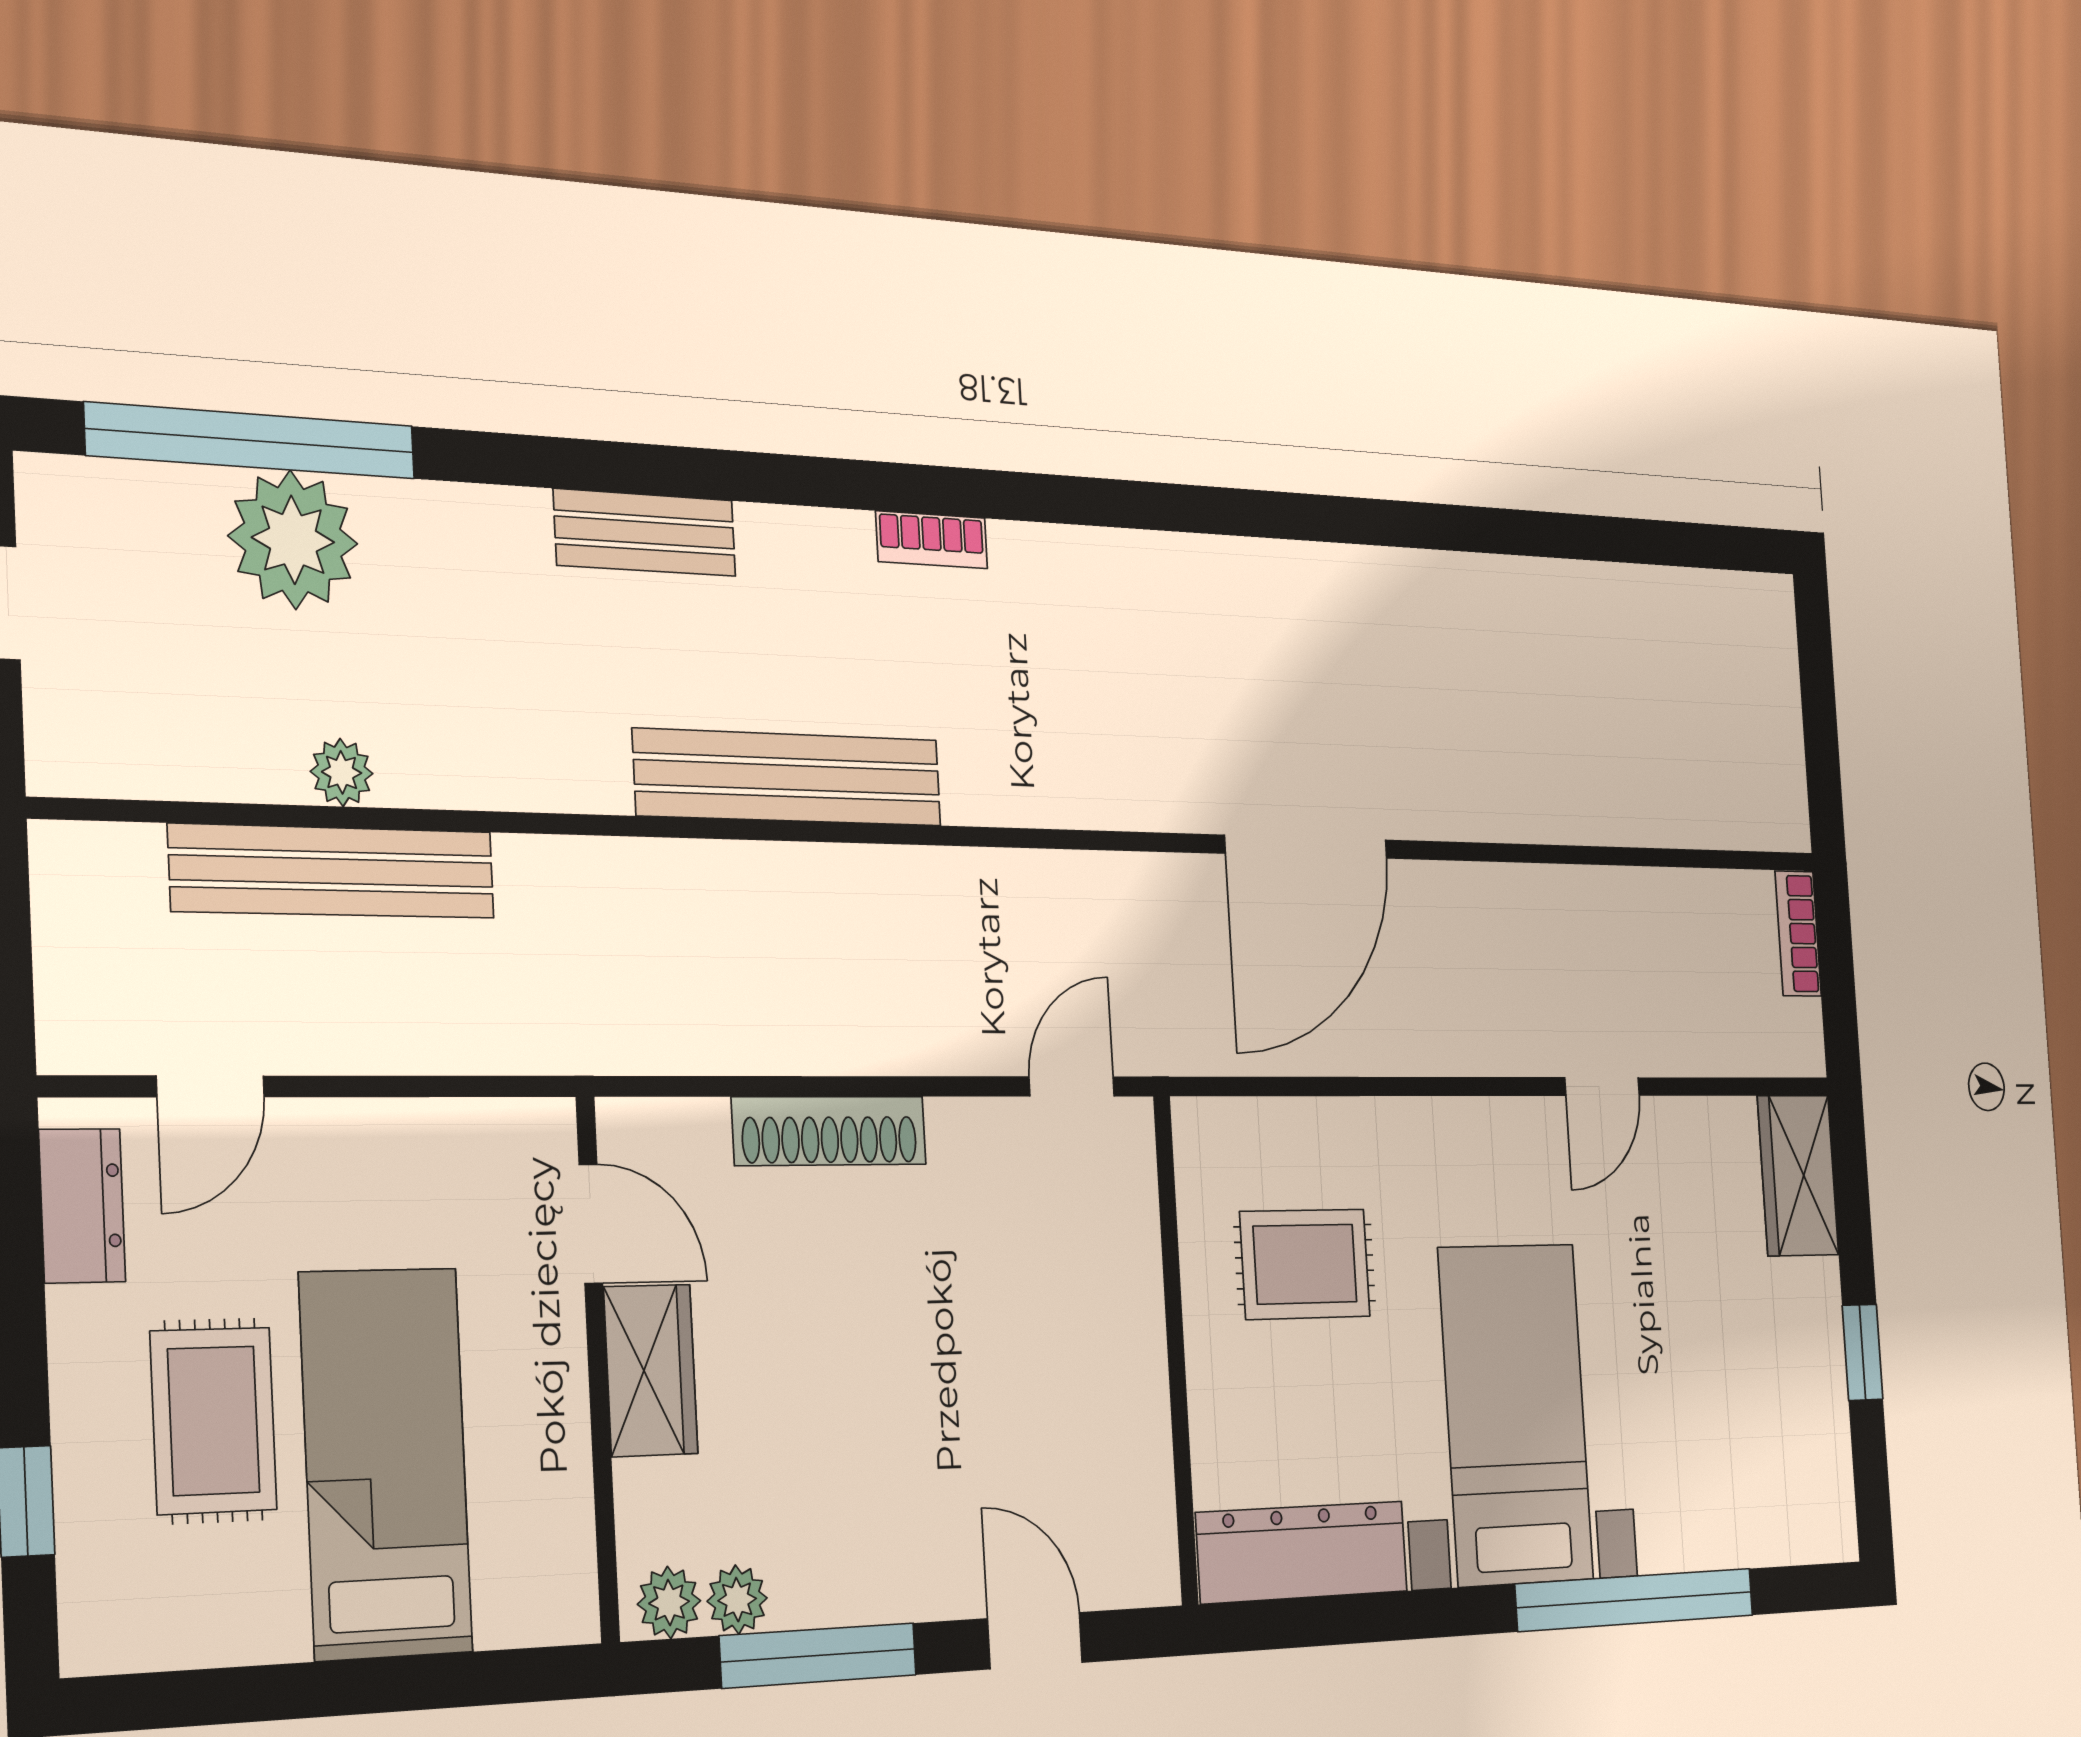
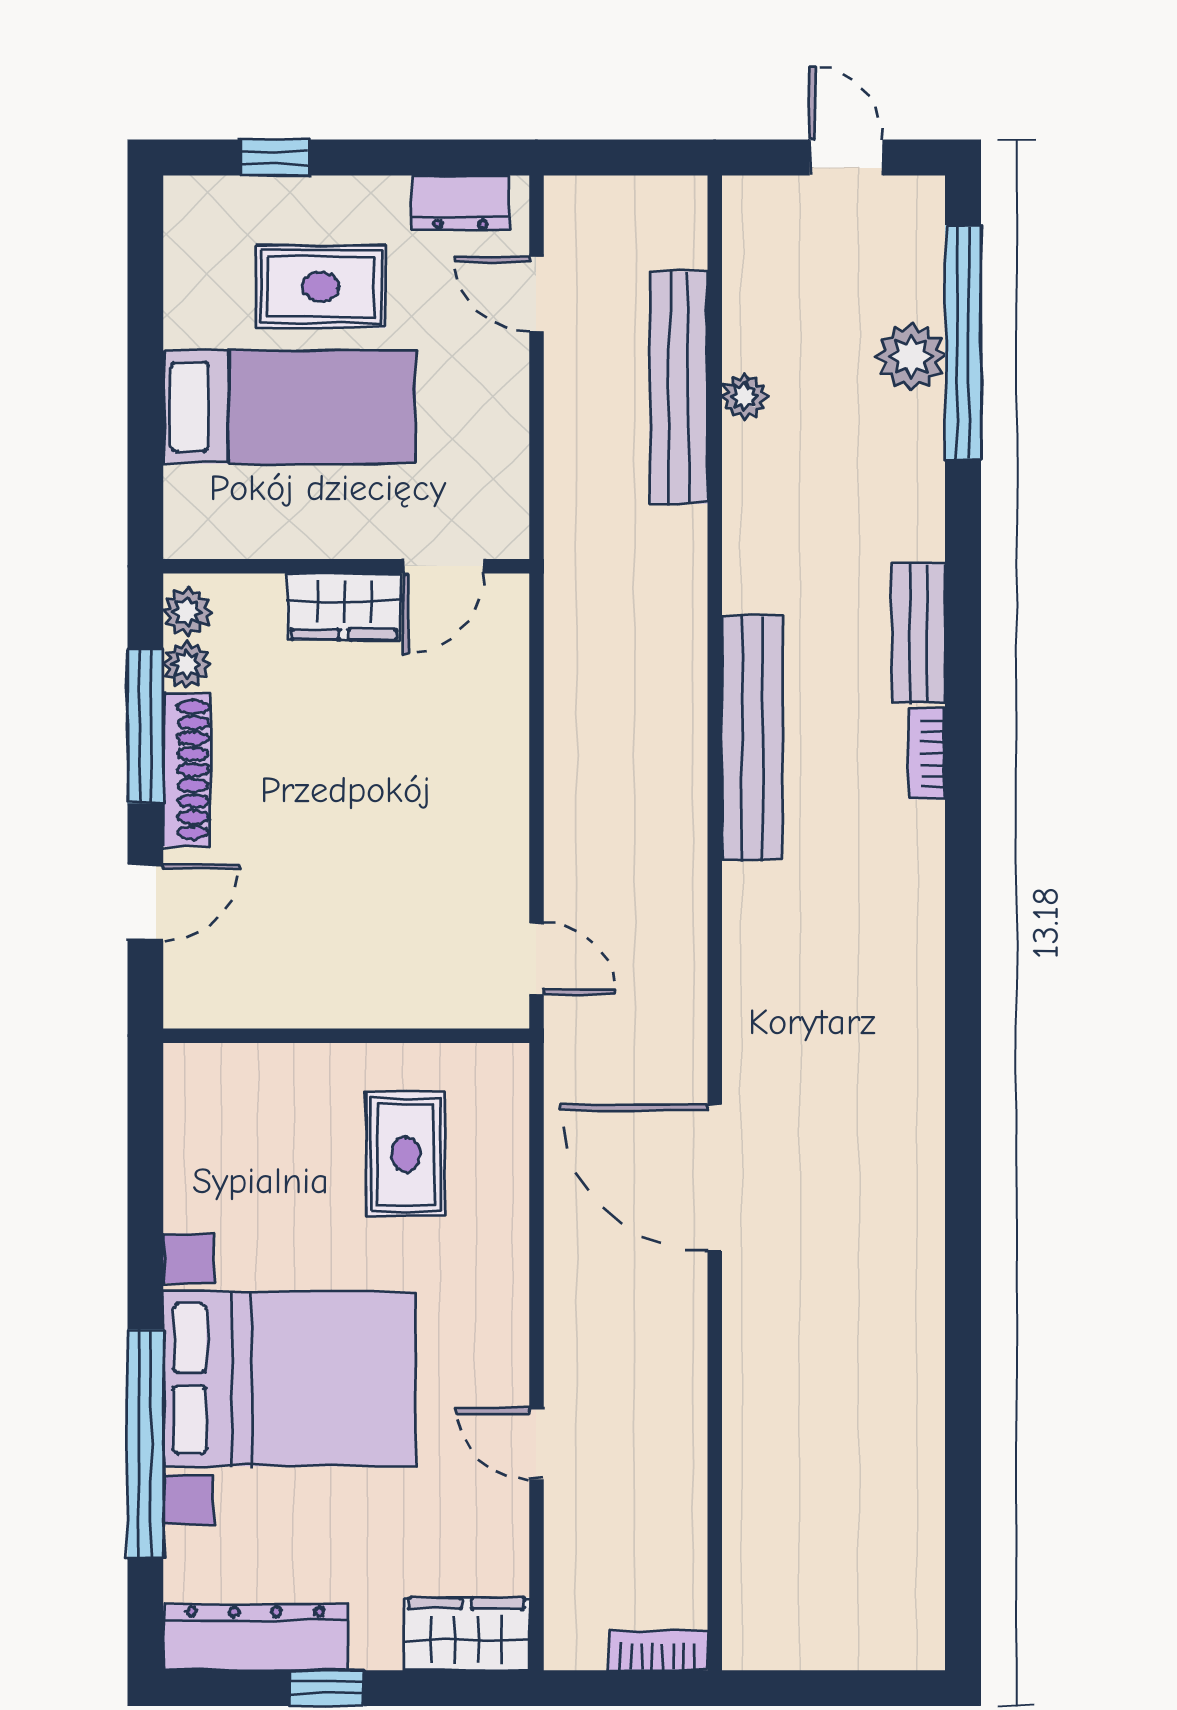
plant: (293, 540) -> (911, 356), width x0.73, depth x0.73
bookcase: (932, 540) -> (927, 754), moved
shoe rack: (829, 1131) -> (187, 770), moved, turned 180
bed with nightstands: (1516, 1414) -> (290, 1379), width x1.36
dresser: (1302, 1552) -> (256, 1637), moved, turned -90

